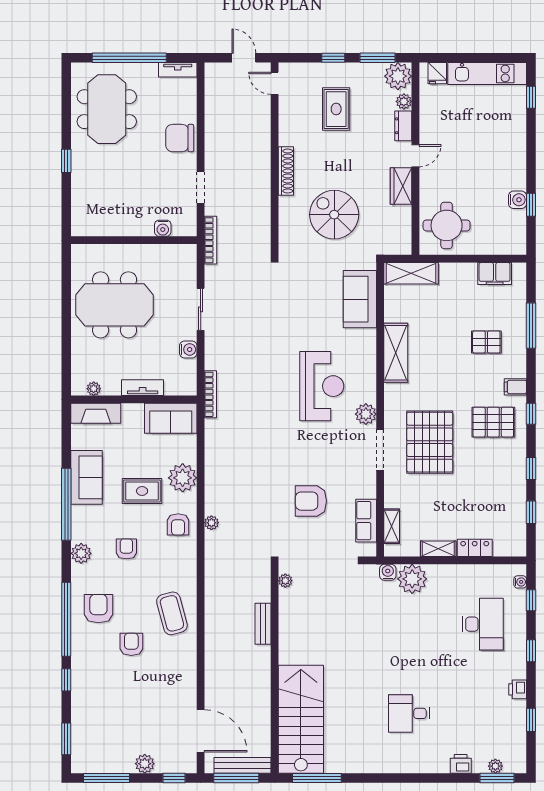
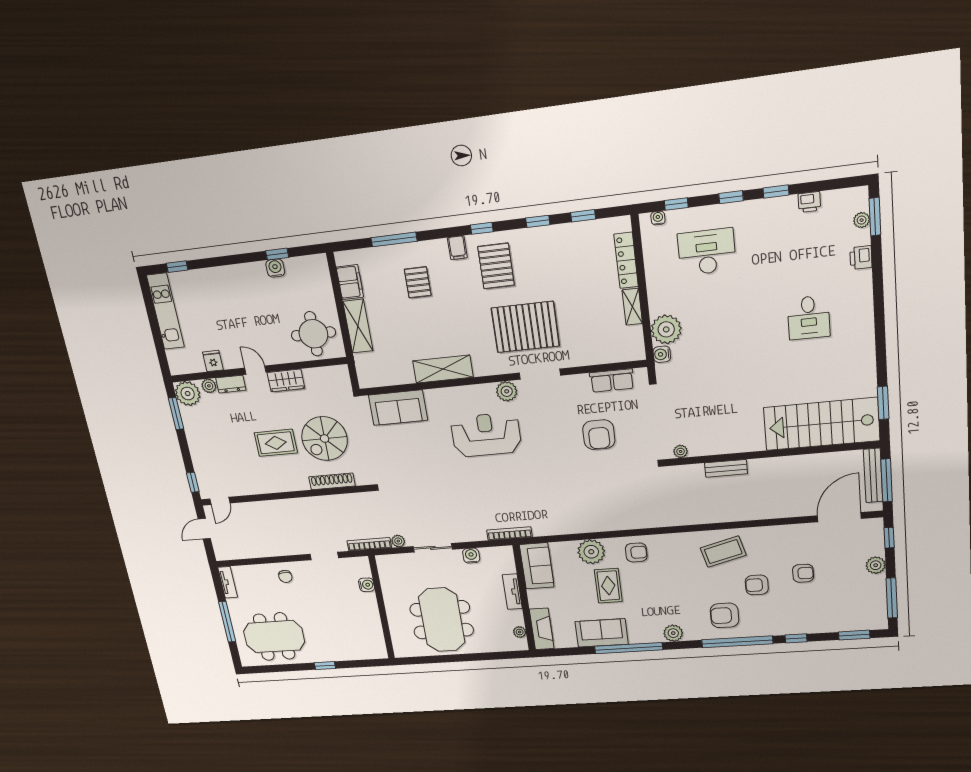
window: (129, 58) -> (227, 622), width x0.68
window: (333, 58) -> (193, 482), moved
fridge: (437, 73) -> (213, 361), moved, turned -90
rug: (336, 109) -> (276, 443), moved
chair: (180, 138) -> (285, 576), width x0.54, depth x0.54
shoe rack: (286, 171) -> (332, 481), moved
shelving: (411, 273) -> (358, 326), moved
plant: (211, 523) -> (398, 541), moved
shelving: (392, 526) -> (614, 355), removed
locker: (475, 548) -> (626, 260), width x1.53
armchair: (126, 549) -> (803, 573), moved, turned 180
printer: (518, 689) -> (809, 202), moved
window: (531, 720) -> (776, 191), moved
window: (317, 778) -> (883, 403), width x0.69

